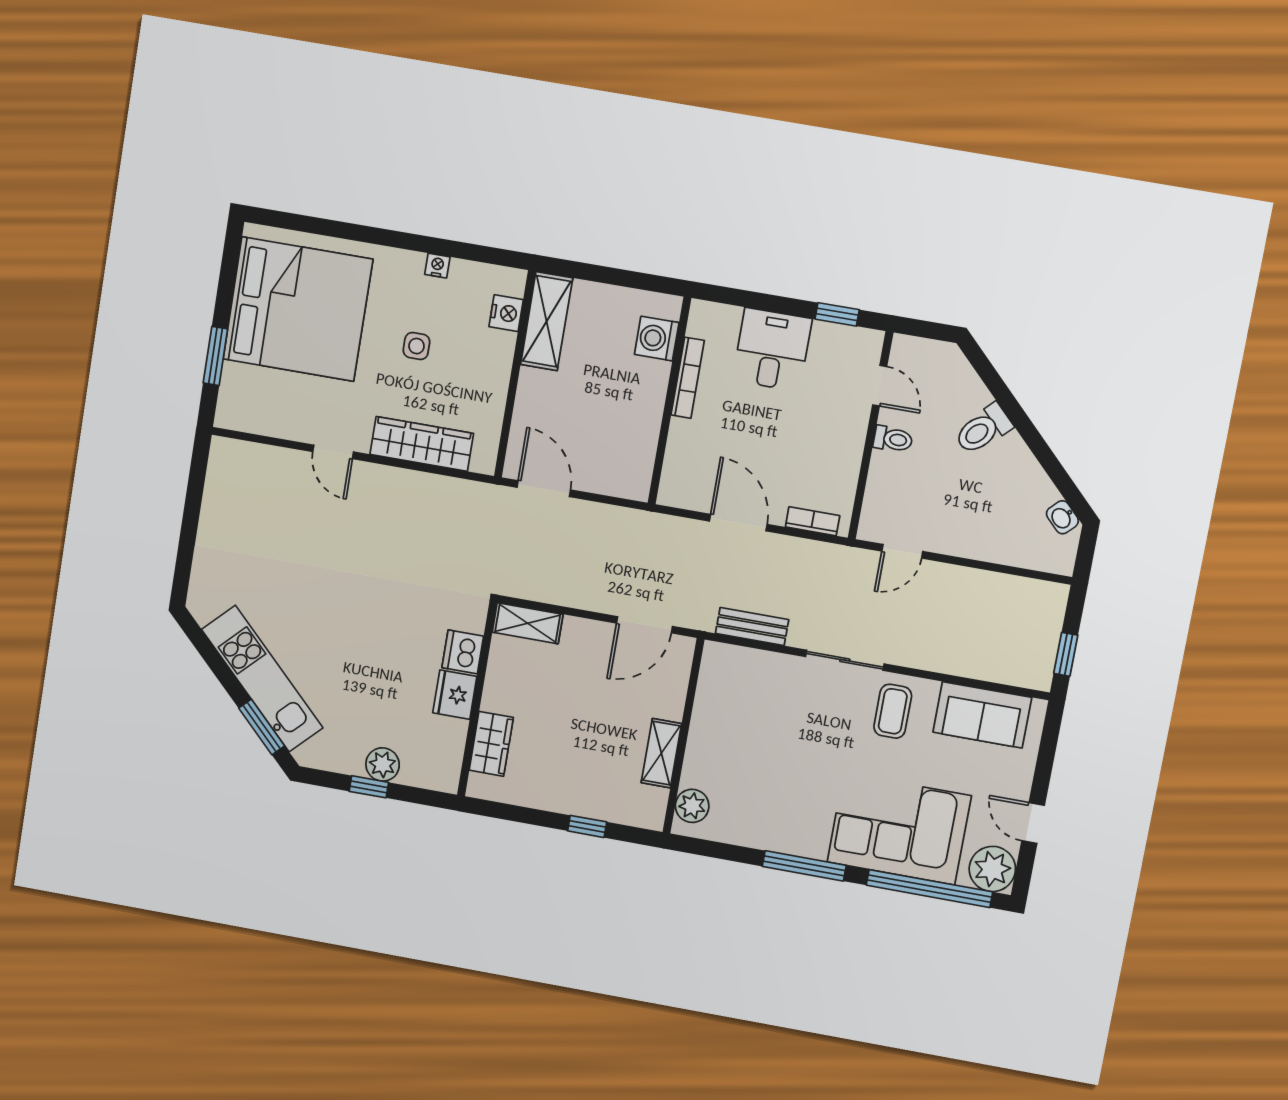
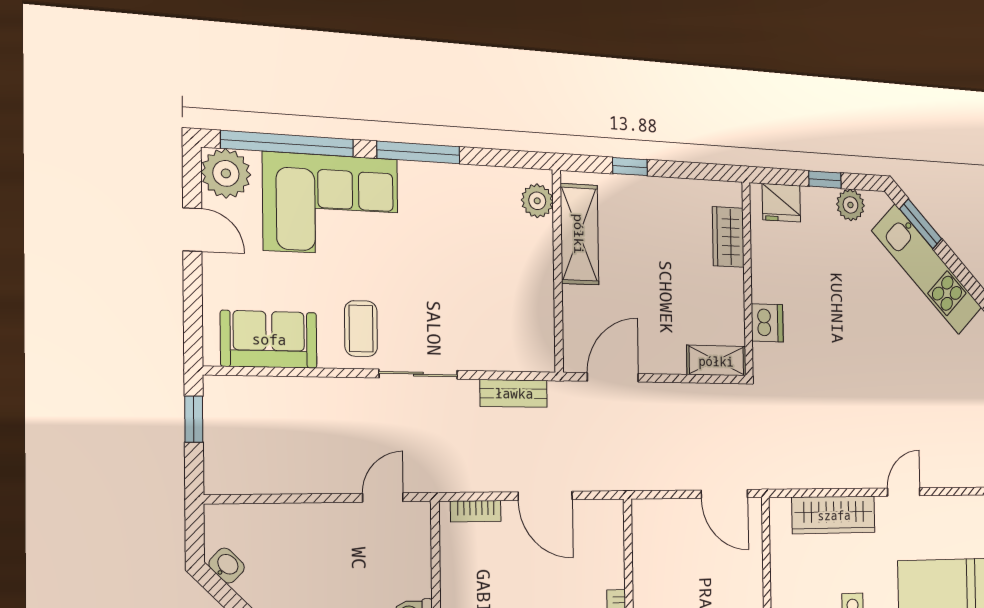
door: (333, 452) -> (904, 492), hinge flipped
fridge: (455, 695) -> (781, 203), moved, turned 90
shelving: (661, 753) -> (579, 234), width x1.50, depth x1.33
plant: (383, 764) -> (850, 205), moved

